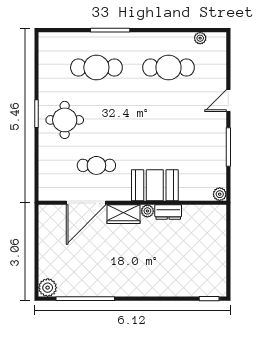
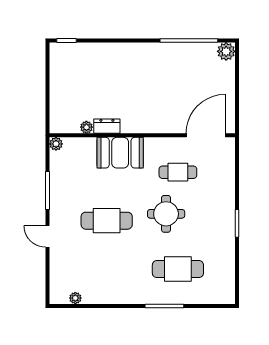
cafe table: (168, 67) -> (107, 221), moved
door: (228, 101) -> (47, 236), swing flipped
round table: (65, 120) -> (166, 214), moved
door: (86, 203) -> (206, 135), moved
plant: (147, 211) -> (86, 127), moved
wardrobe: (123, 214) -> (151, 124), removed

